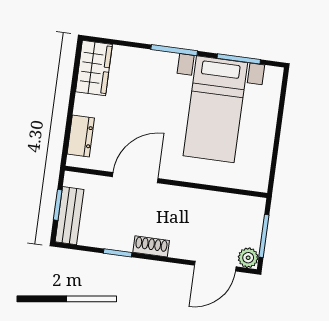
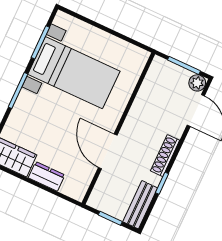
dresser: (81, 136) -> (47, 176), moved
bench: (70, 216) -> (140, 205), moved, turned 90
shoe rack: (151, 246) -> (165, 156), width x1.43

